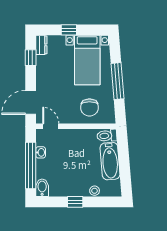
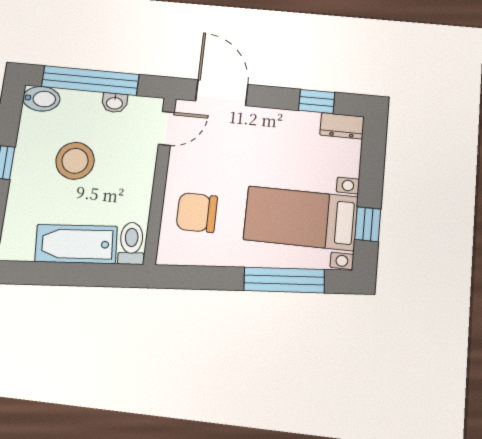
window: (69, 30) -> (368, 224), moved
window: (117, 81) -> (284, 280), moved
stool: (95, 191) -> (75, 161), moved, width x1.89, depth x1.89

